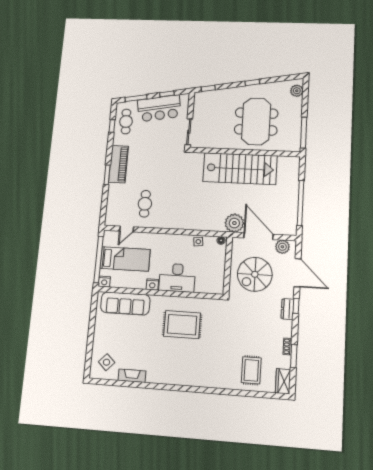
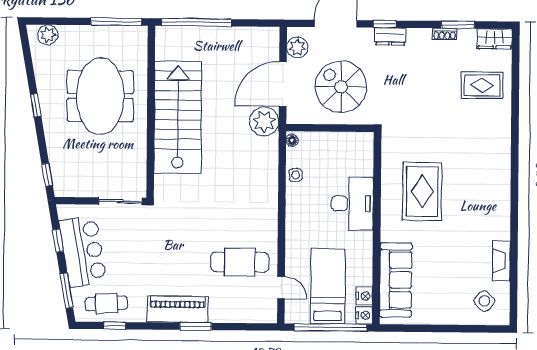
meeting table: (256, 121) -> (100, 96), turned 90
window: (301, 203) -> (197, 22), moved
cafe table: (145, 204) -> (240, 262), width x1.37, depth x1.35
spiral stairs: (255, 274) -> (341, 87), turned 180
nightstand: (152, 284) -> (364, 296), moved

